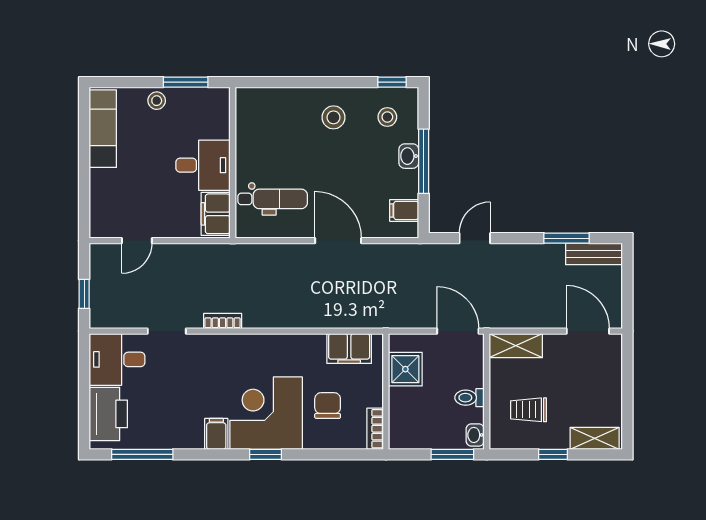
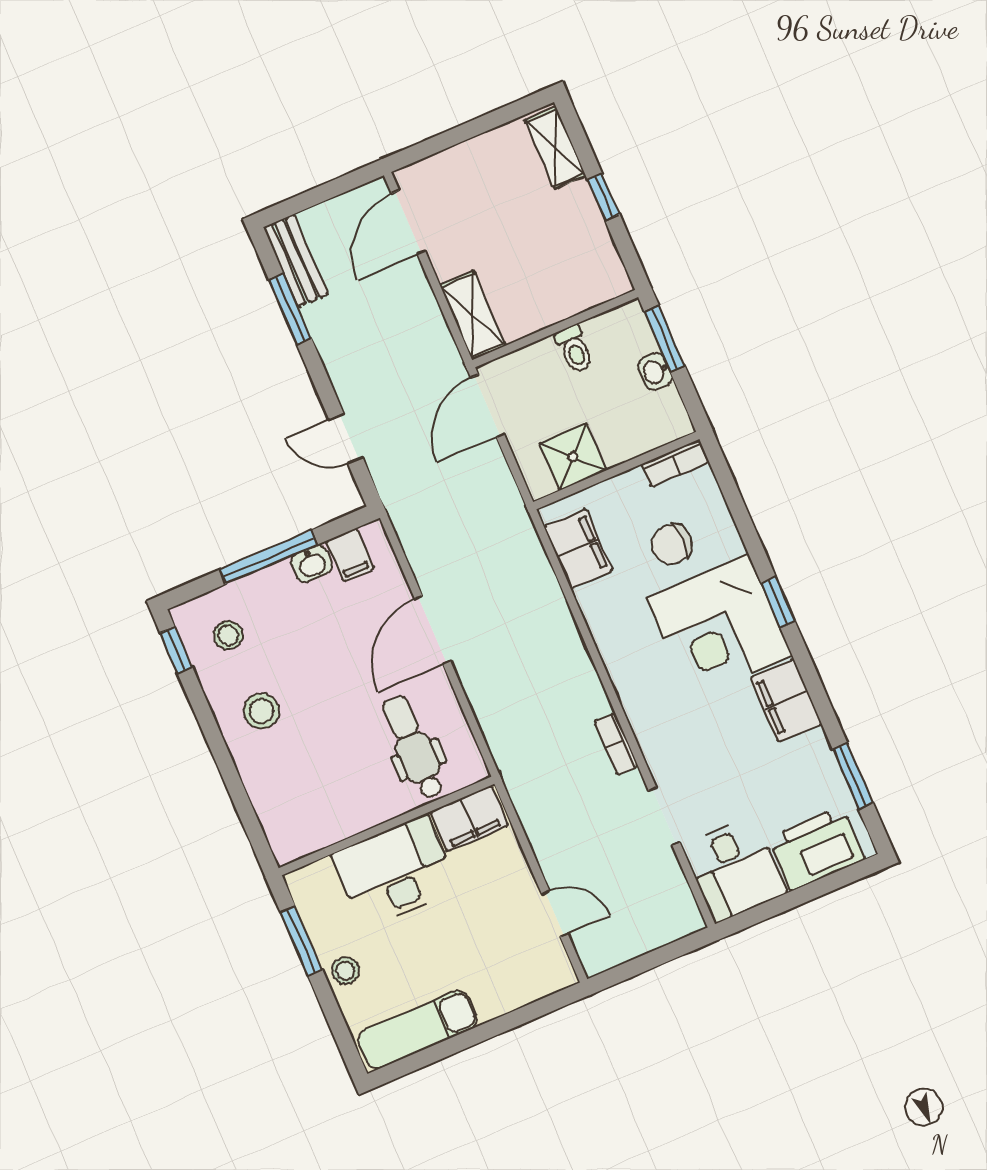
washbasin: (409, 156) -> (312, 564), moved
desk: (203, 165) -> (395, 872), width x1.37
window: (84, 294) -> (662, 956), removed
trolley: (529, 410) -> (556, 258), removed
filing cabinet: (216, 434) -> (786, 700), width x2.00
washbasin: (475, 435) -> (655, 372), moved, turned 90
window: (142, 454) -> (853, 776), width x0.69

